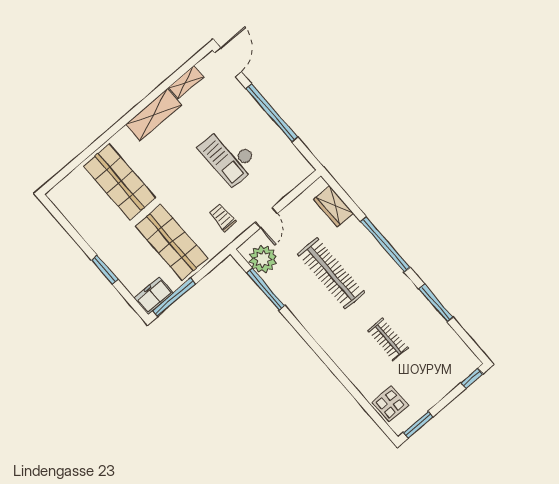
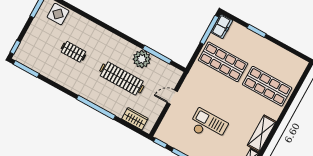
window: (309, 156) -> (160, 143), added
trolley: (223, 217) -> (198, 88), removed
door: (266, 218) -> (172, 97), hinge flipped
plant: (263, 259) -> (142, 59), moved
window: (436, 303) -> (26, 69), moved

